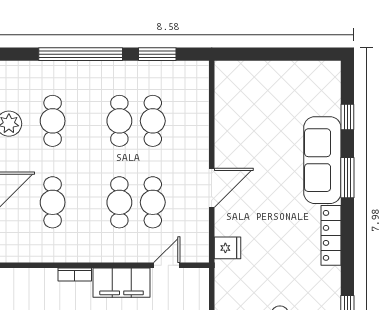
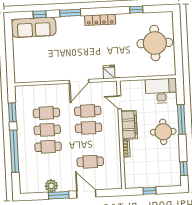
cafe table: (53, 121) -> (48, 147), moved
sofa: (322, 160) -> (34, 27), moved
door: (212, 188) -> (79, 81), swing flipped

